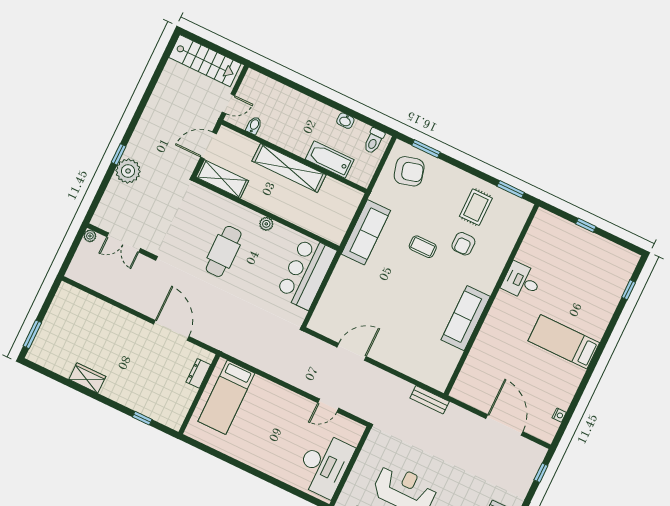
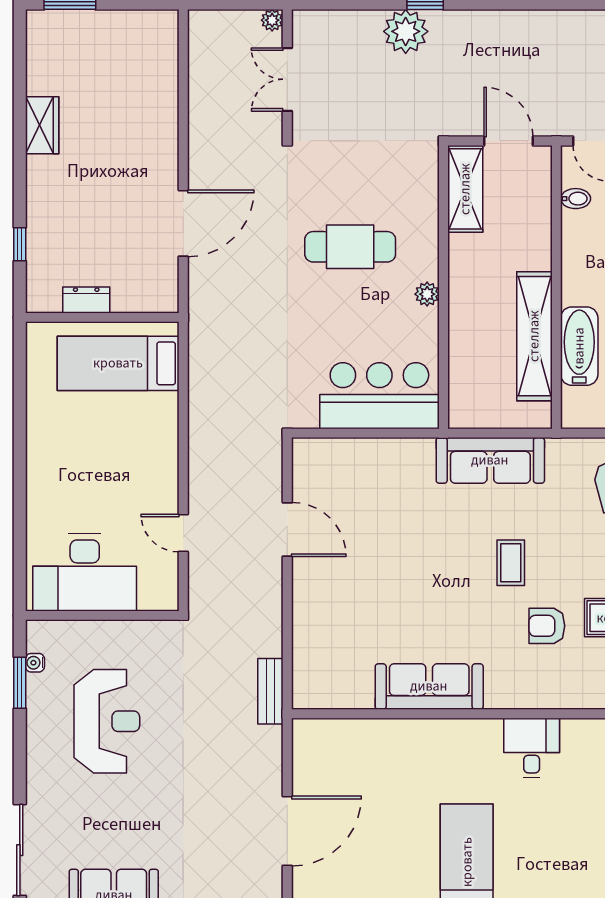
shelving: (289, 168) -> (534, 336), moved
dresser: (198, 373) -> (86, 300), moved

